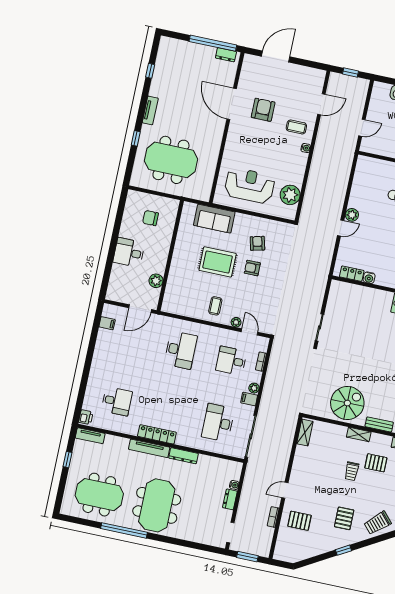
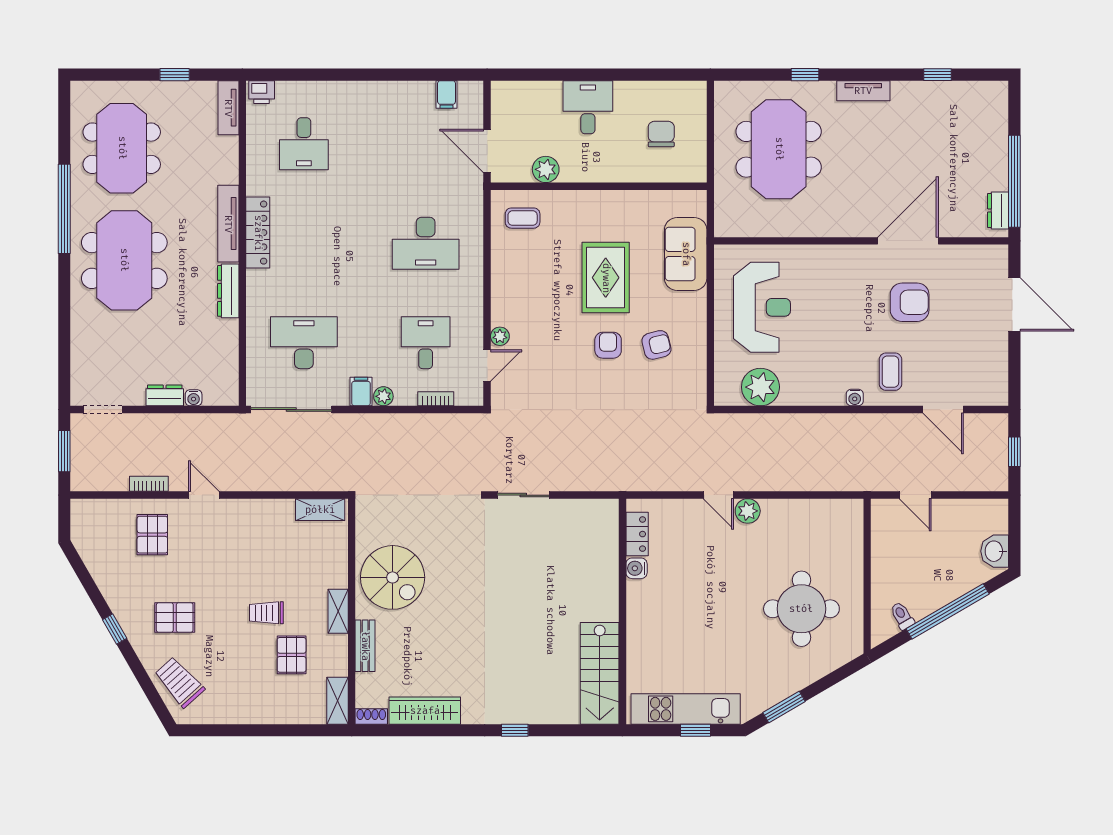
coffee table: (215, 306) -> (523, 218), moved
meeting table: (157, 505) -> (124, 260), turned 90

